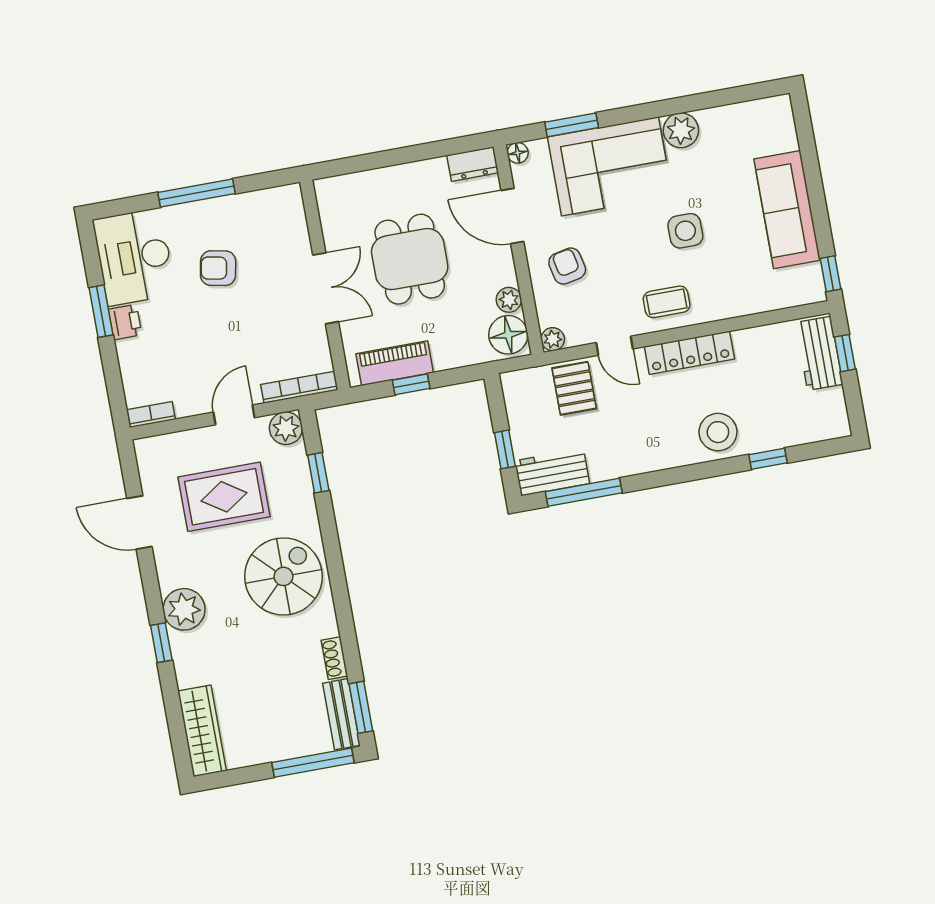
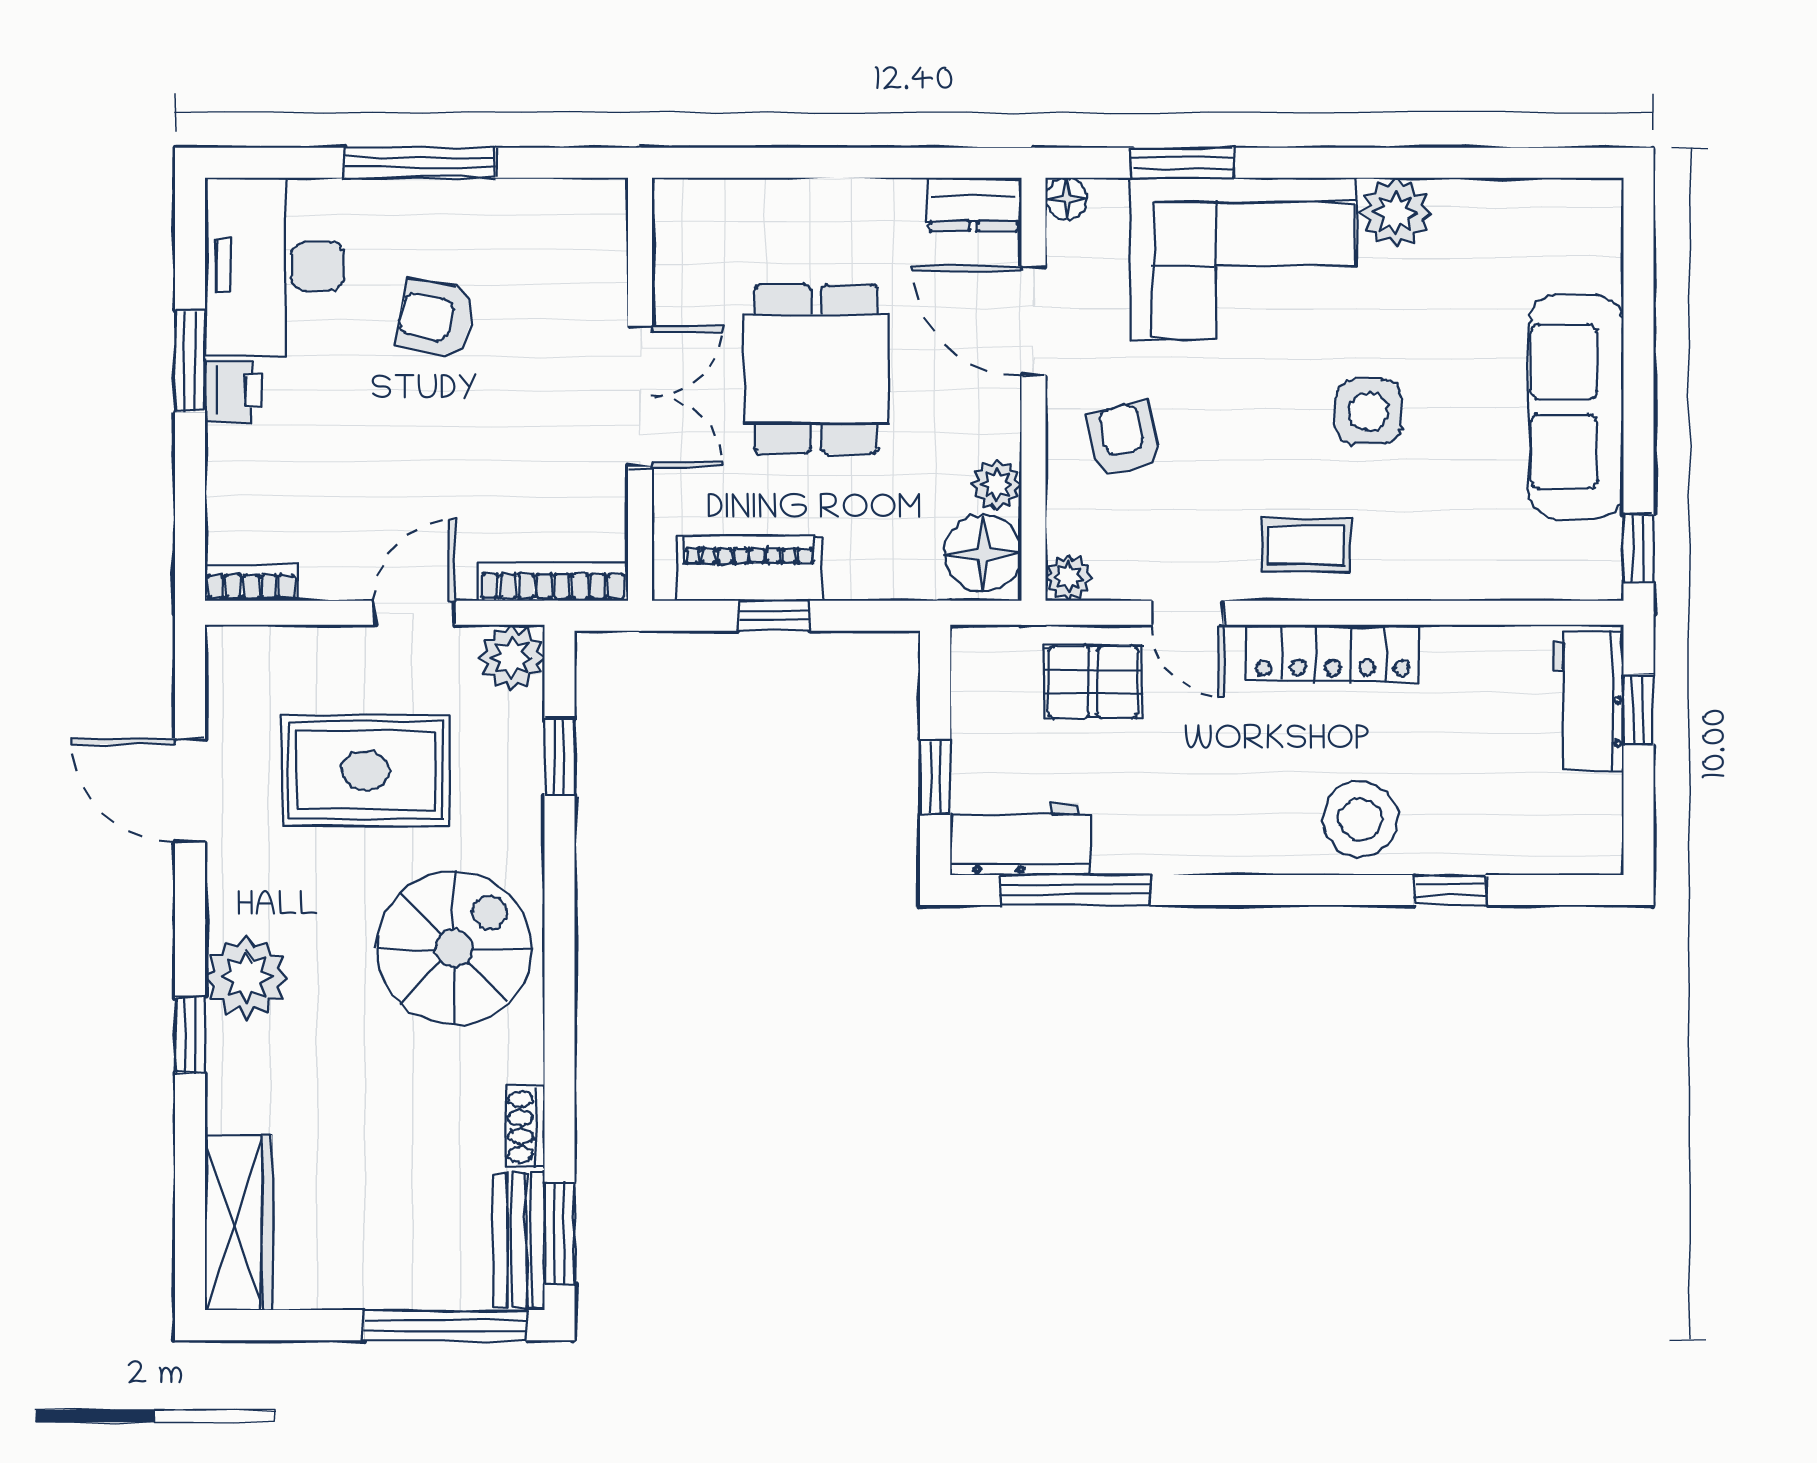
pallet: (574, 388) -> (1093, 682), turned 90

